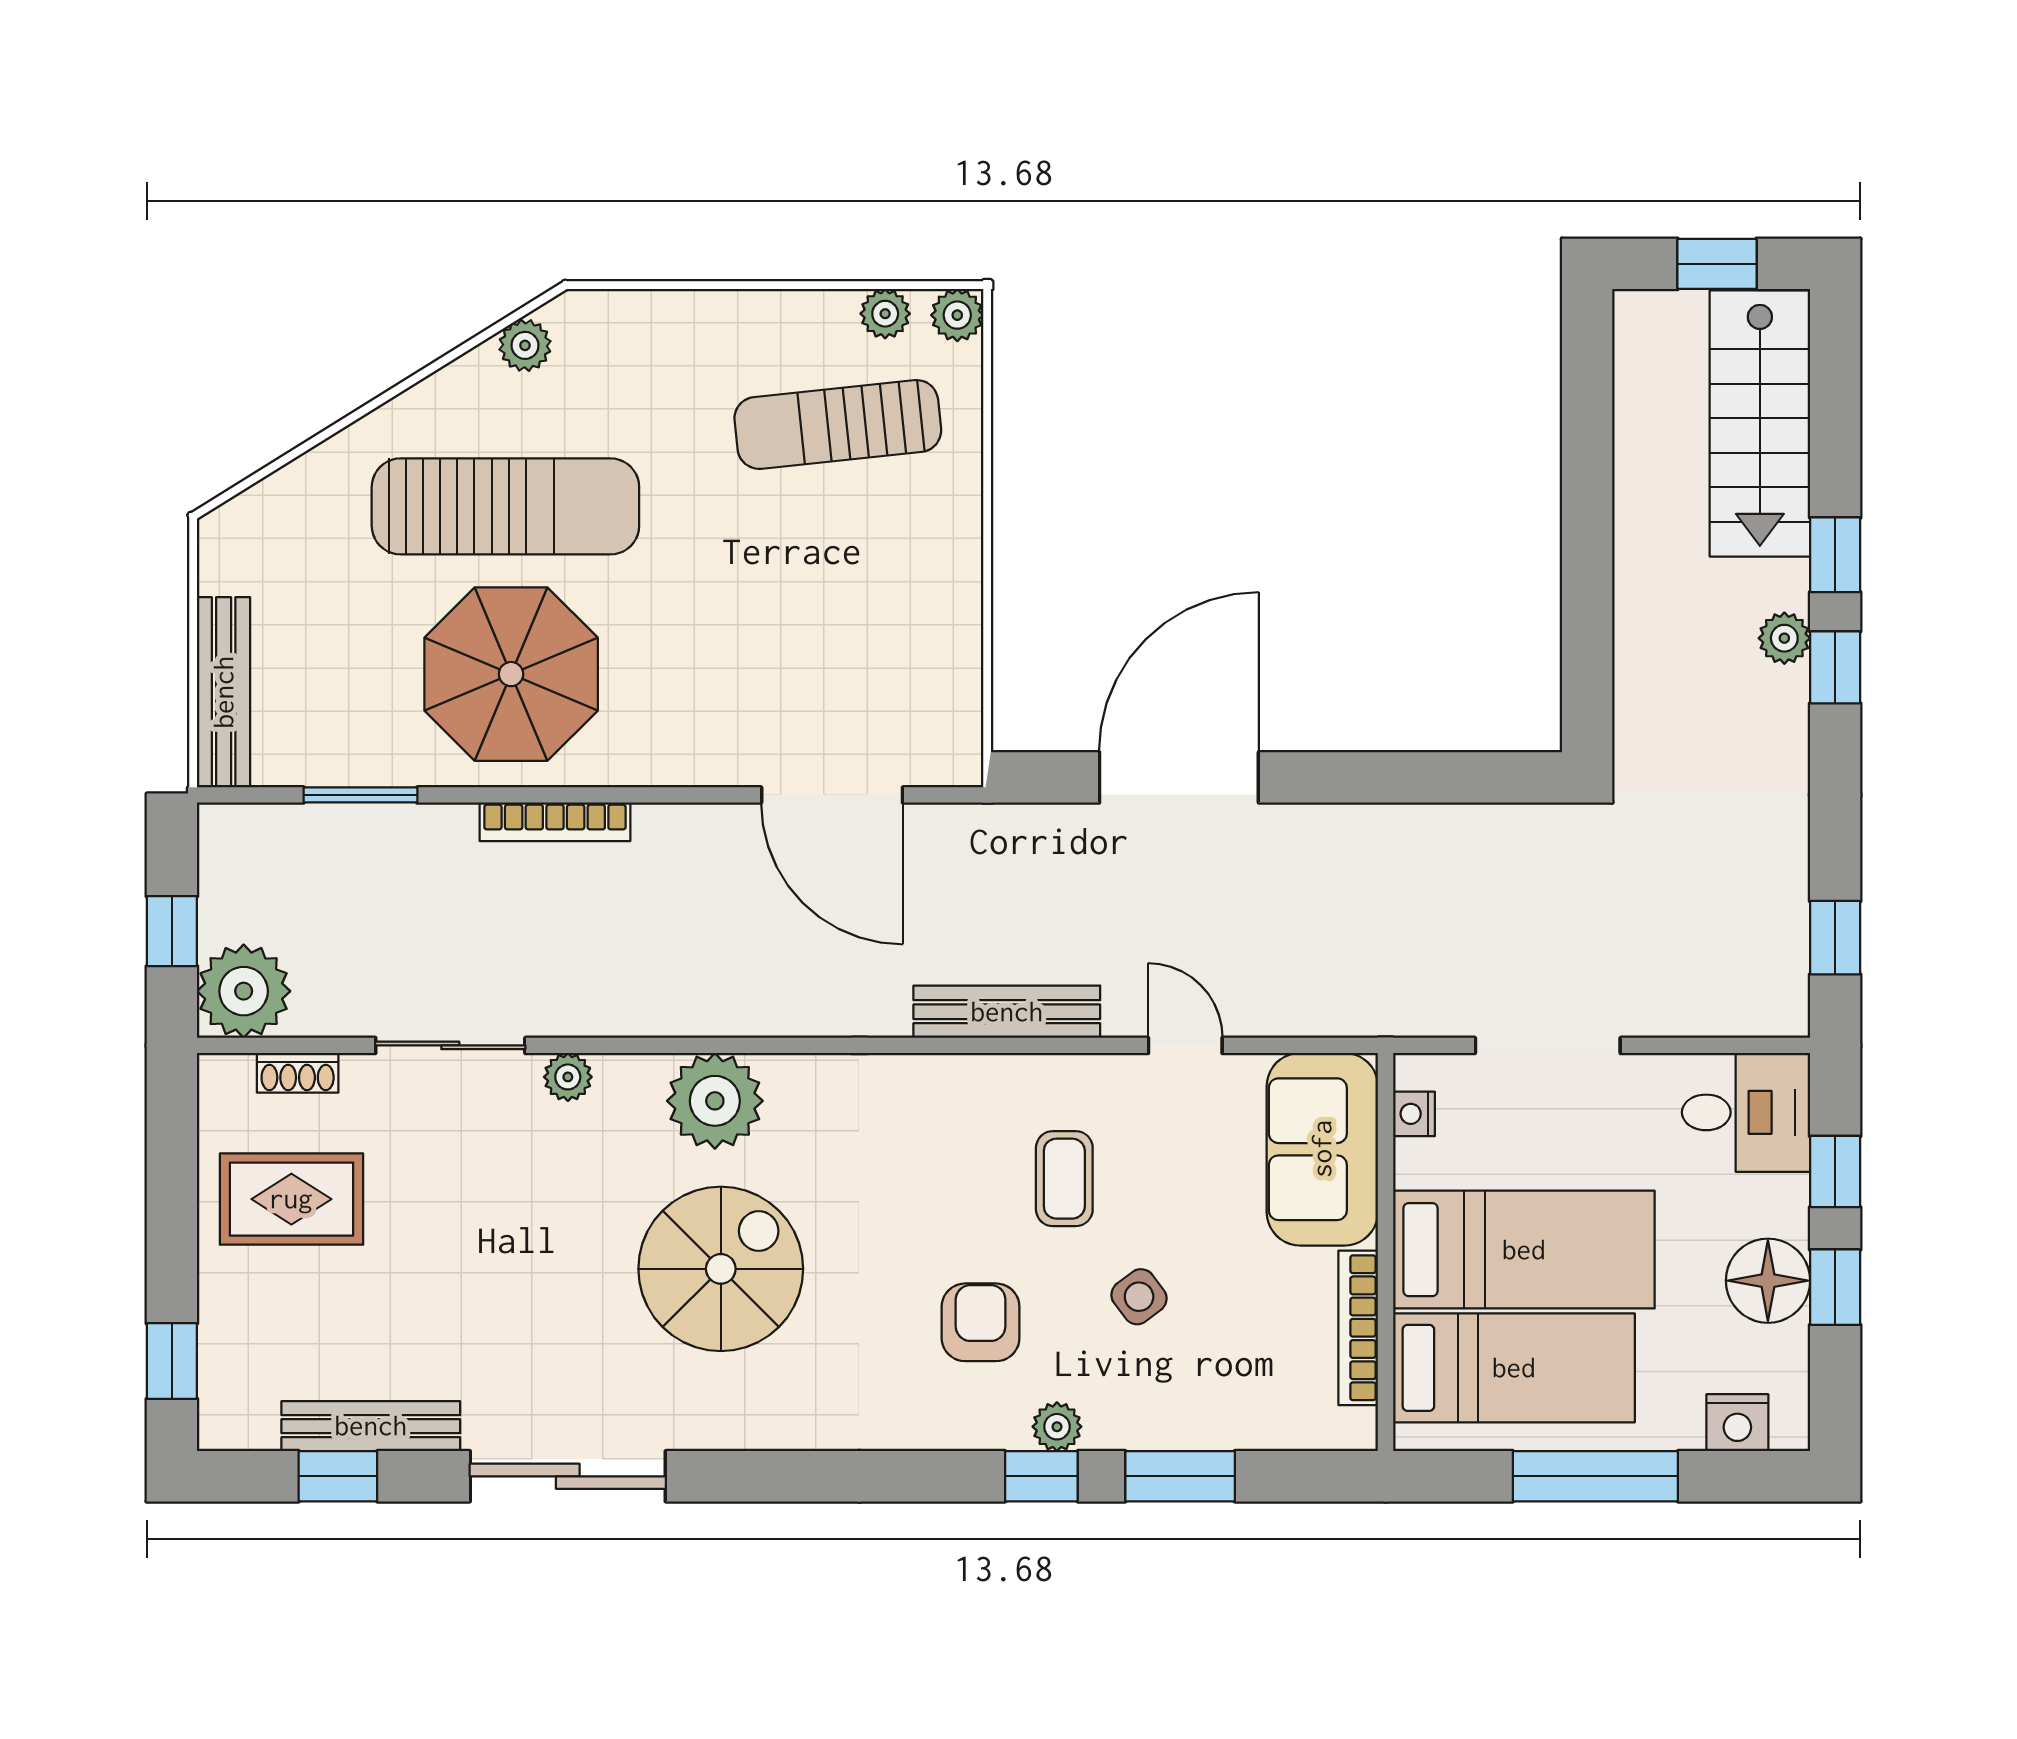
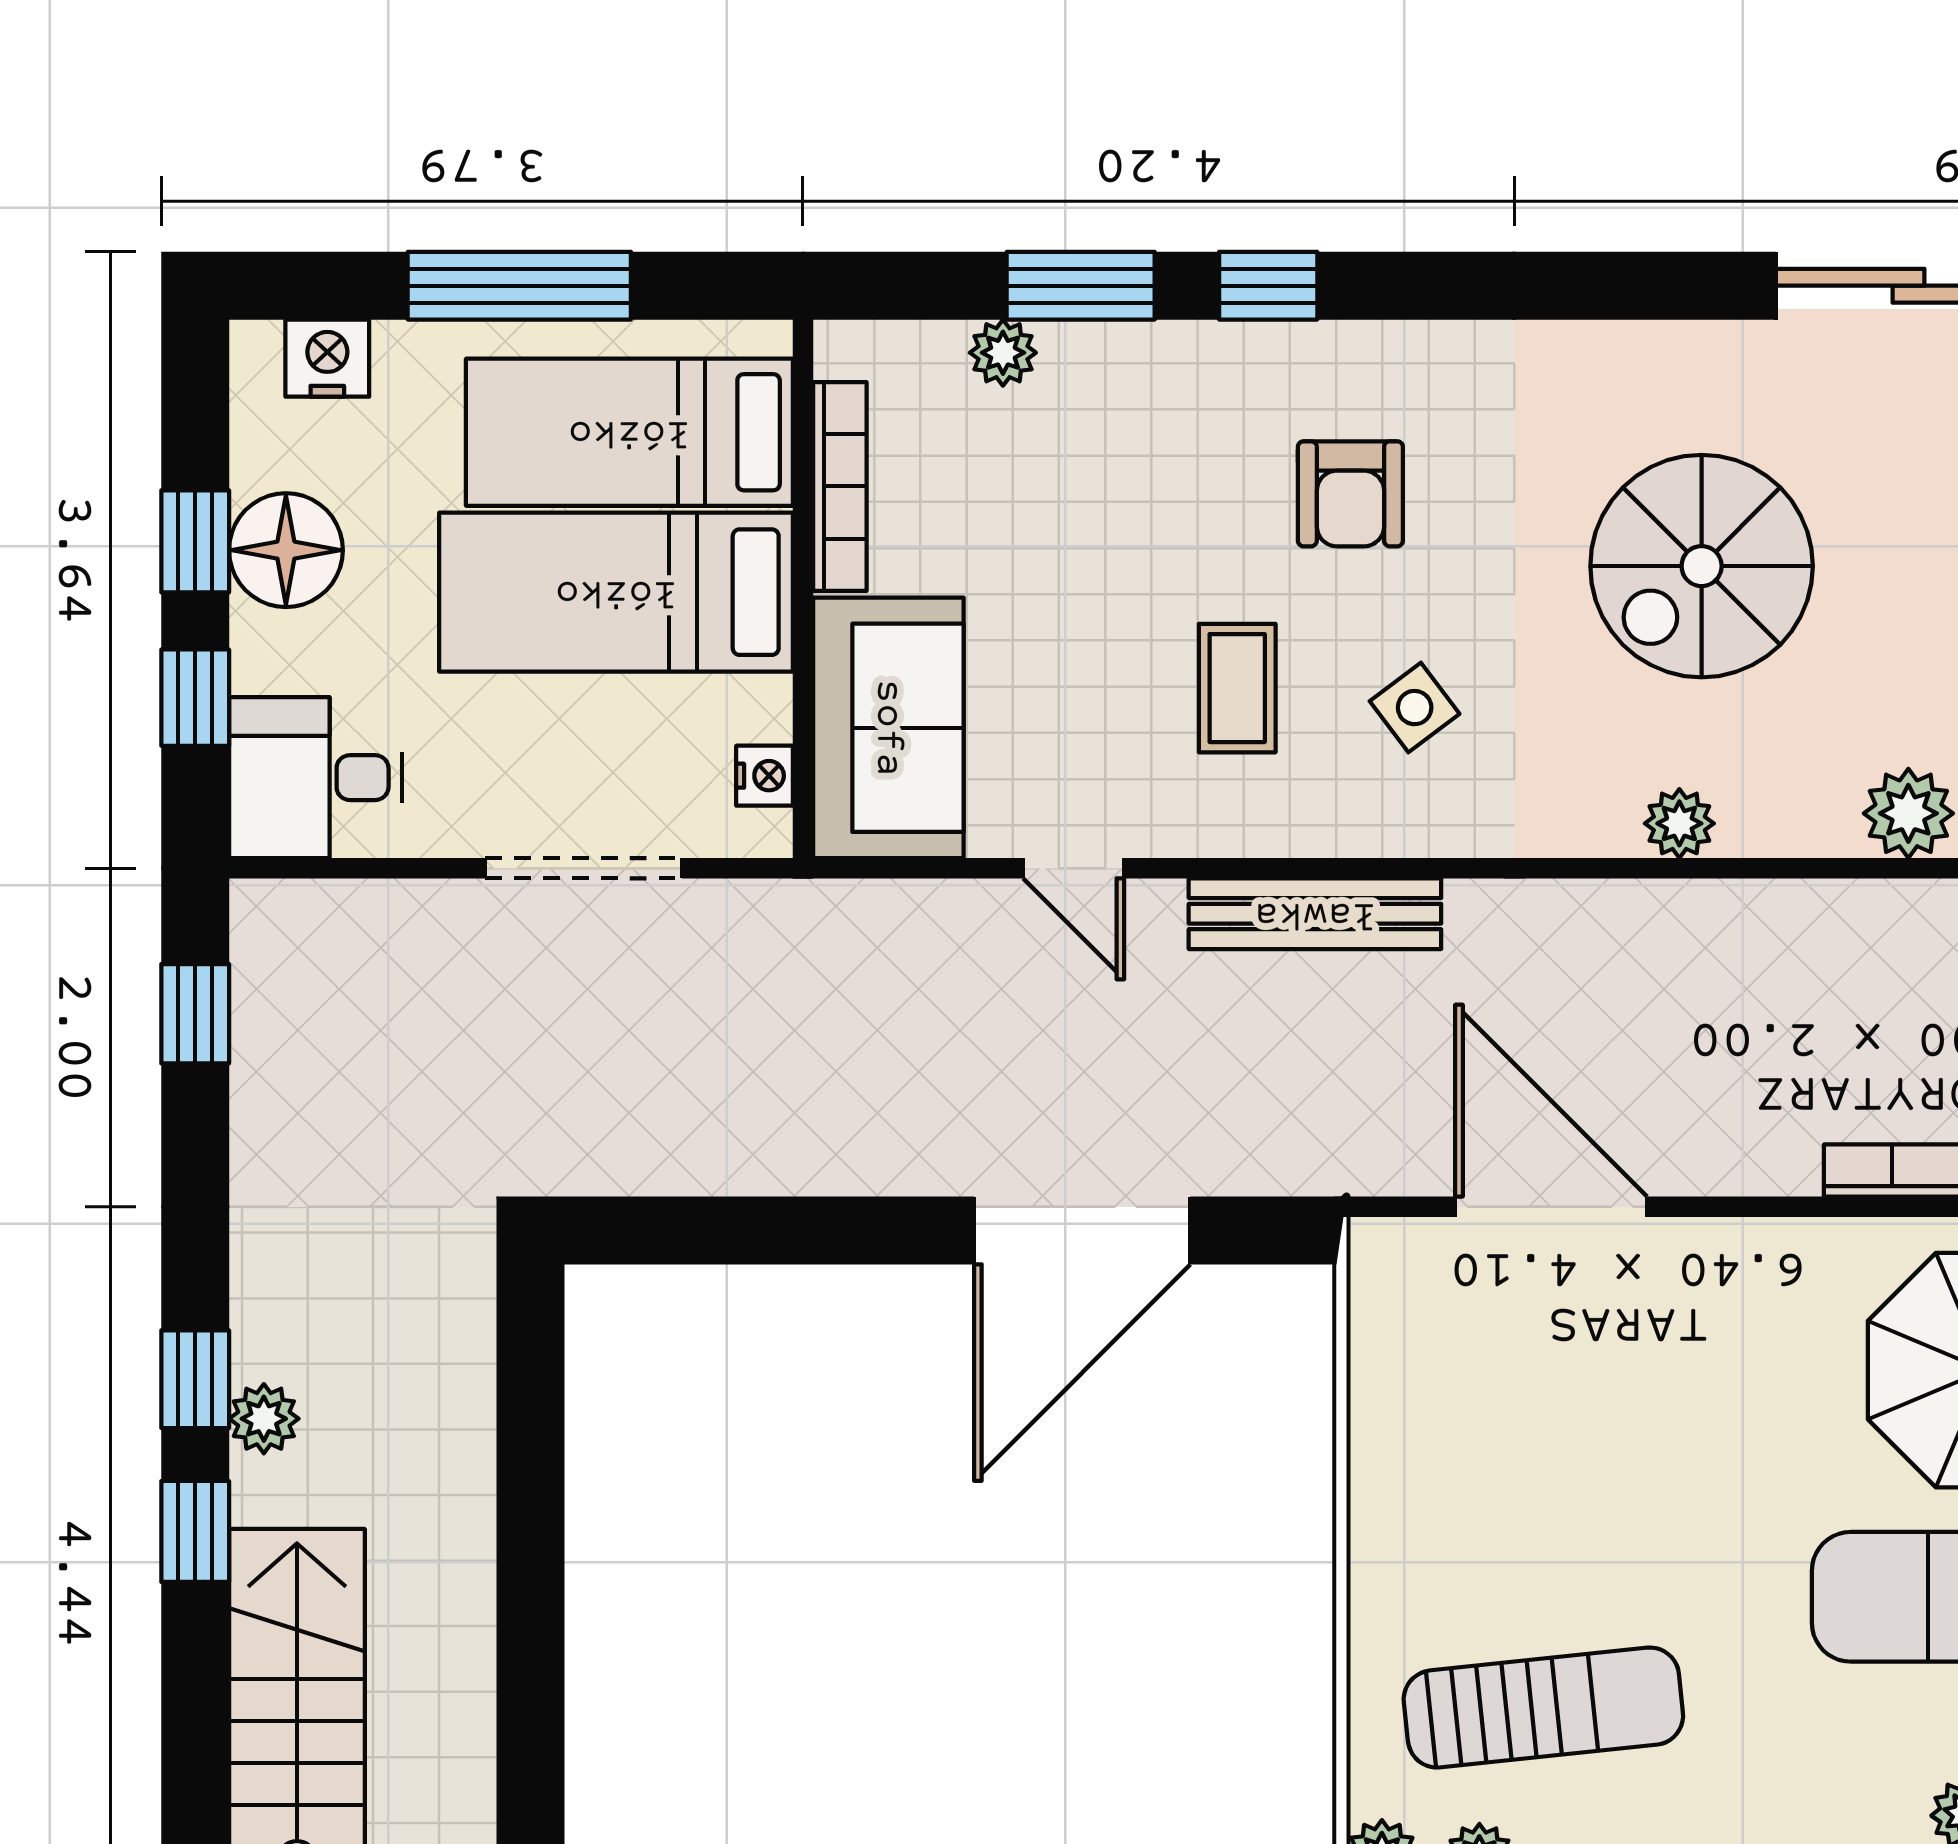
plant: (568, 1077) -> (1908, 813), width x1.38, depth x1.38
plant: (715, 1101) -> (1679, 823), width x0.53, depth x0.53
side table: (1139, 1297) -> (1415, 708), moved
plant: (1057, 1427) -> (1003, 353), moved

